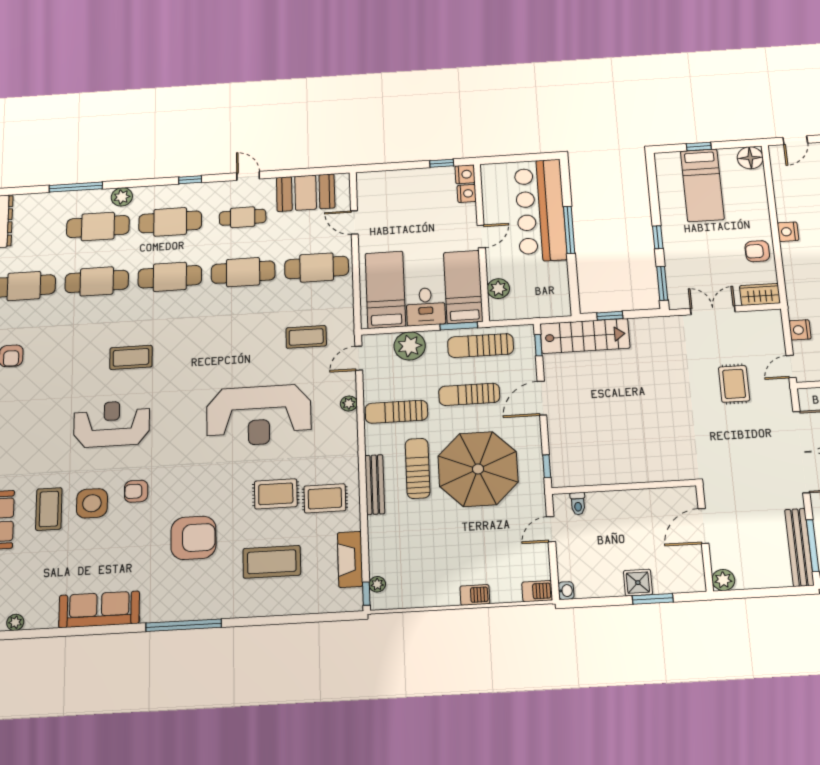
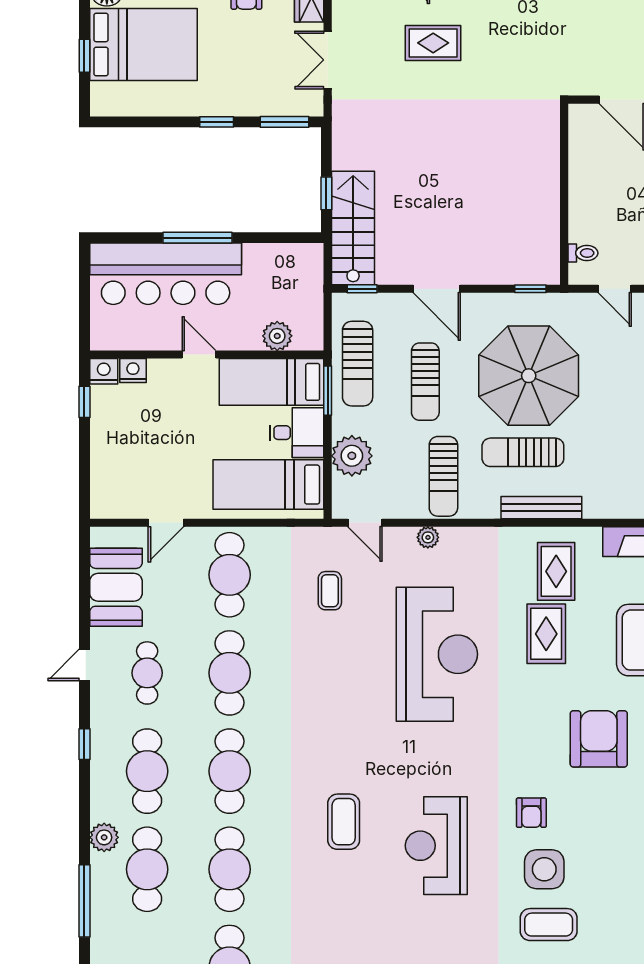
bed: (702, 185) -> (143, 44), width x1.50
coffee table: (306, 337) -> (330, 591), width x0.73, depth x0.77

